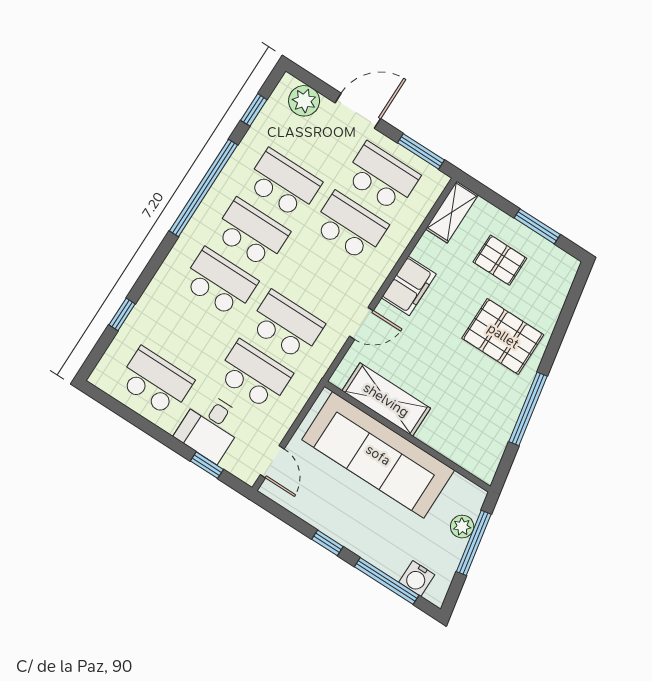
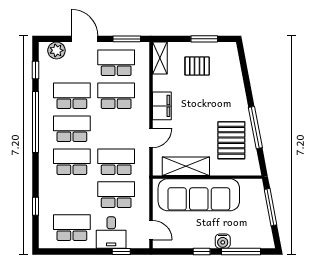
door: (358, 111) -> (85, 39), hinge flipped
pallet: (503, 336) -> (231, 140), moved, turned 90
plant: (462, 527) -> (260, 203), removed
water cooler: (417, 578) -> (223, 241), moved

